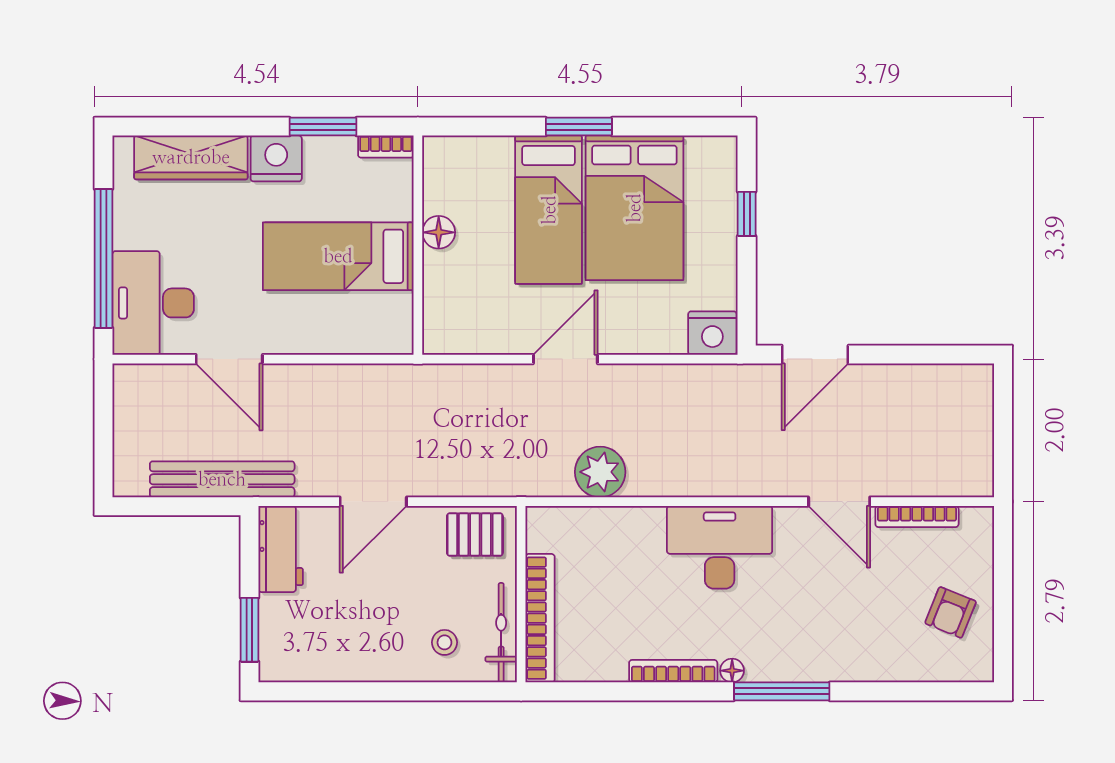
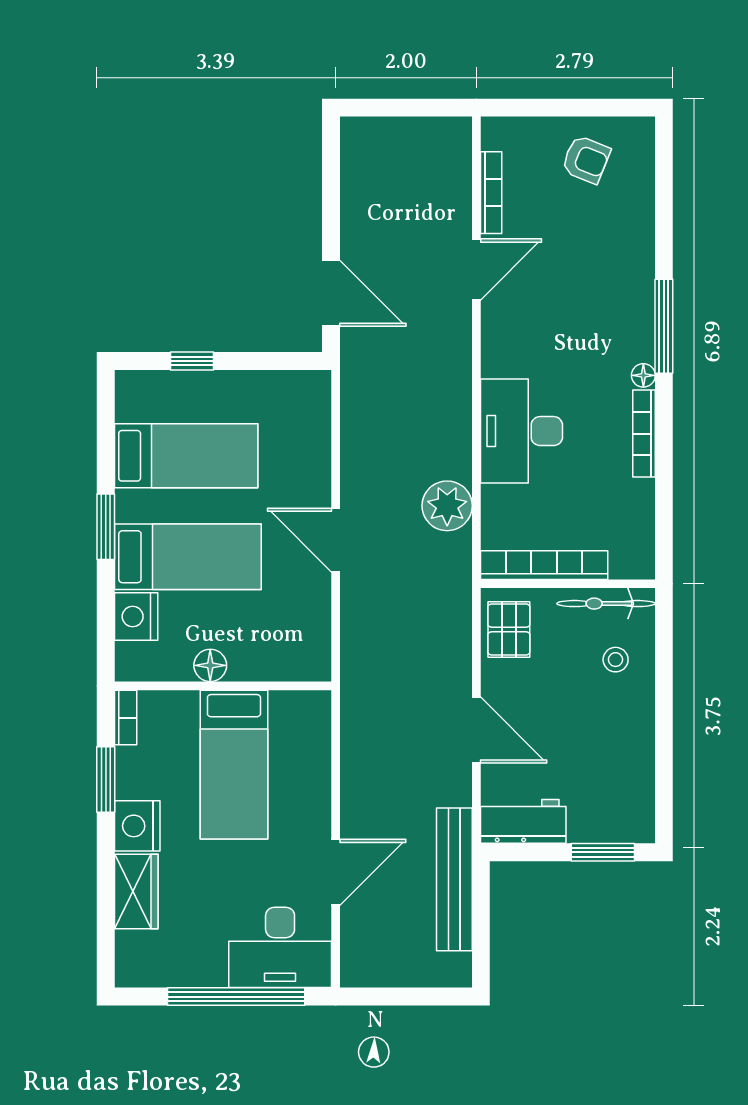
wardrobe: (191, 157) -> (136, 891), width x0.67
bed: (634, 208) -> (186, 456), width x0.67
nightstand: (712, 333) -> (136, 617), moved, turned 180
desk: (720, 547) -> (521, 431), moved
bookcase: (540, 618) -> (544, 565), moved

